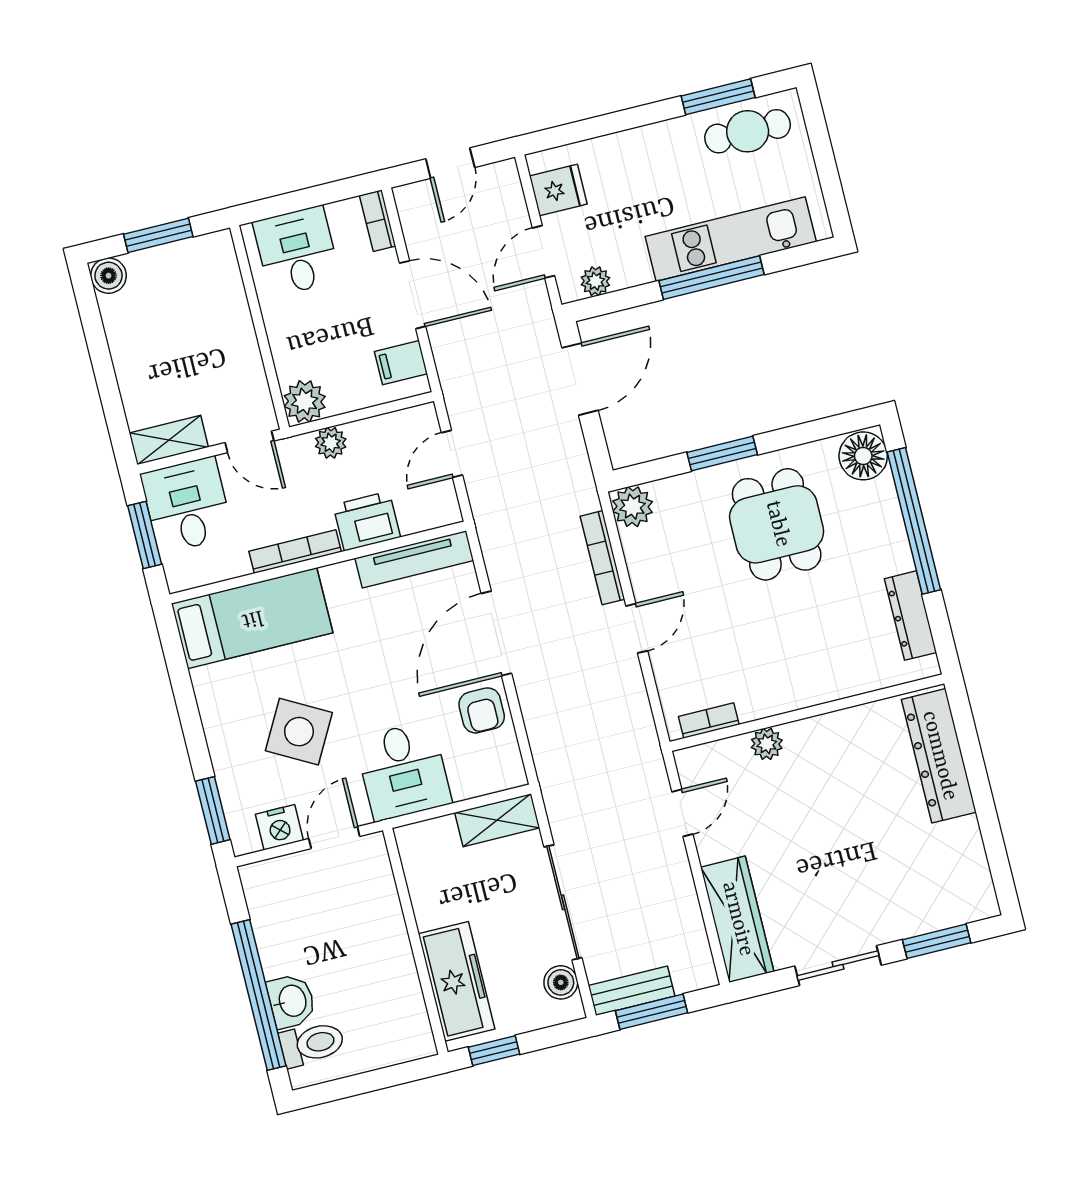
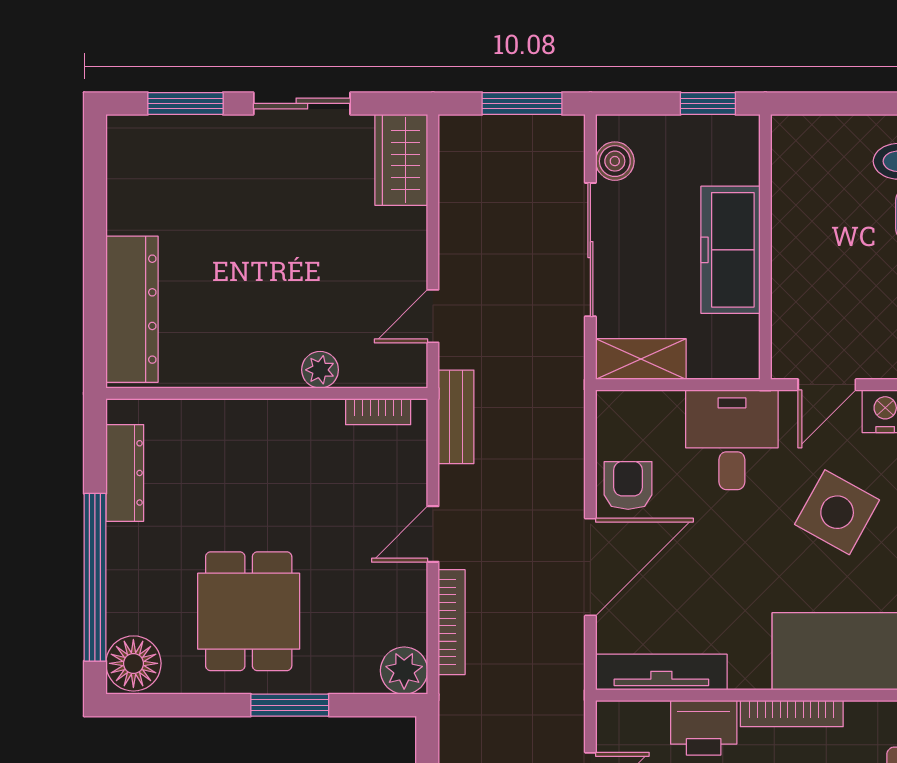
wardrobe: (737, 919) -> (401, 160), width x0.67
freezer: (457, 981) -> (730, 250), moved
bench: (632, 991) -> (456, 417), moved, turned 90

